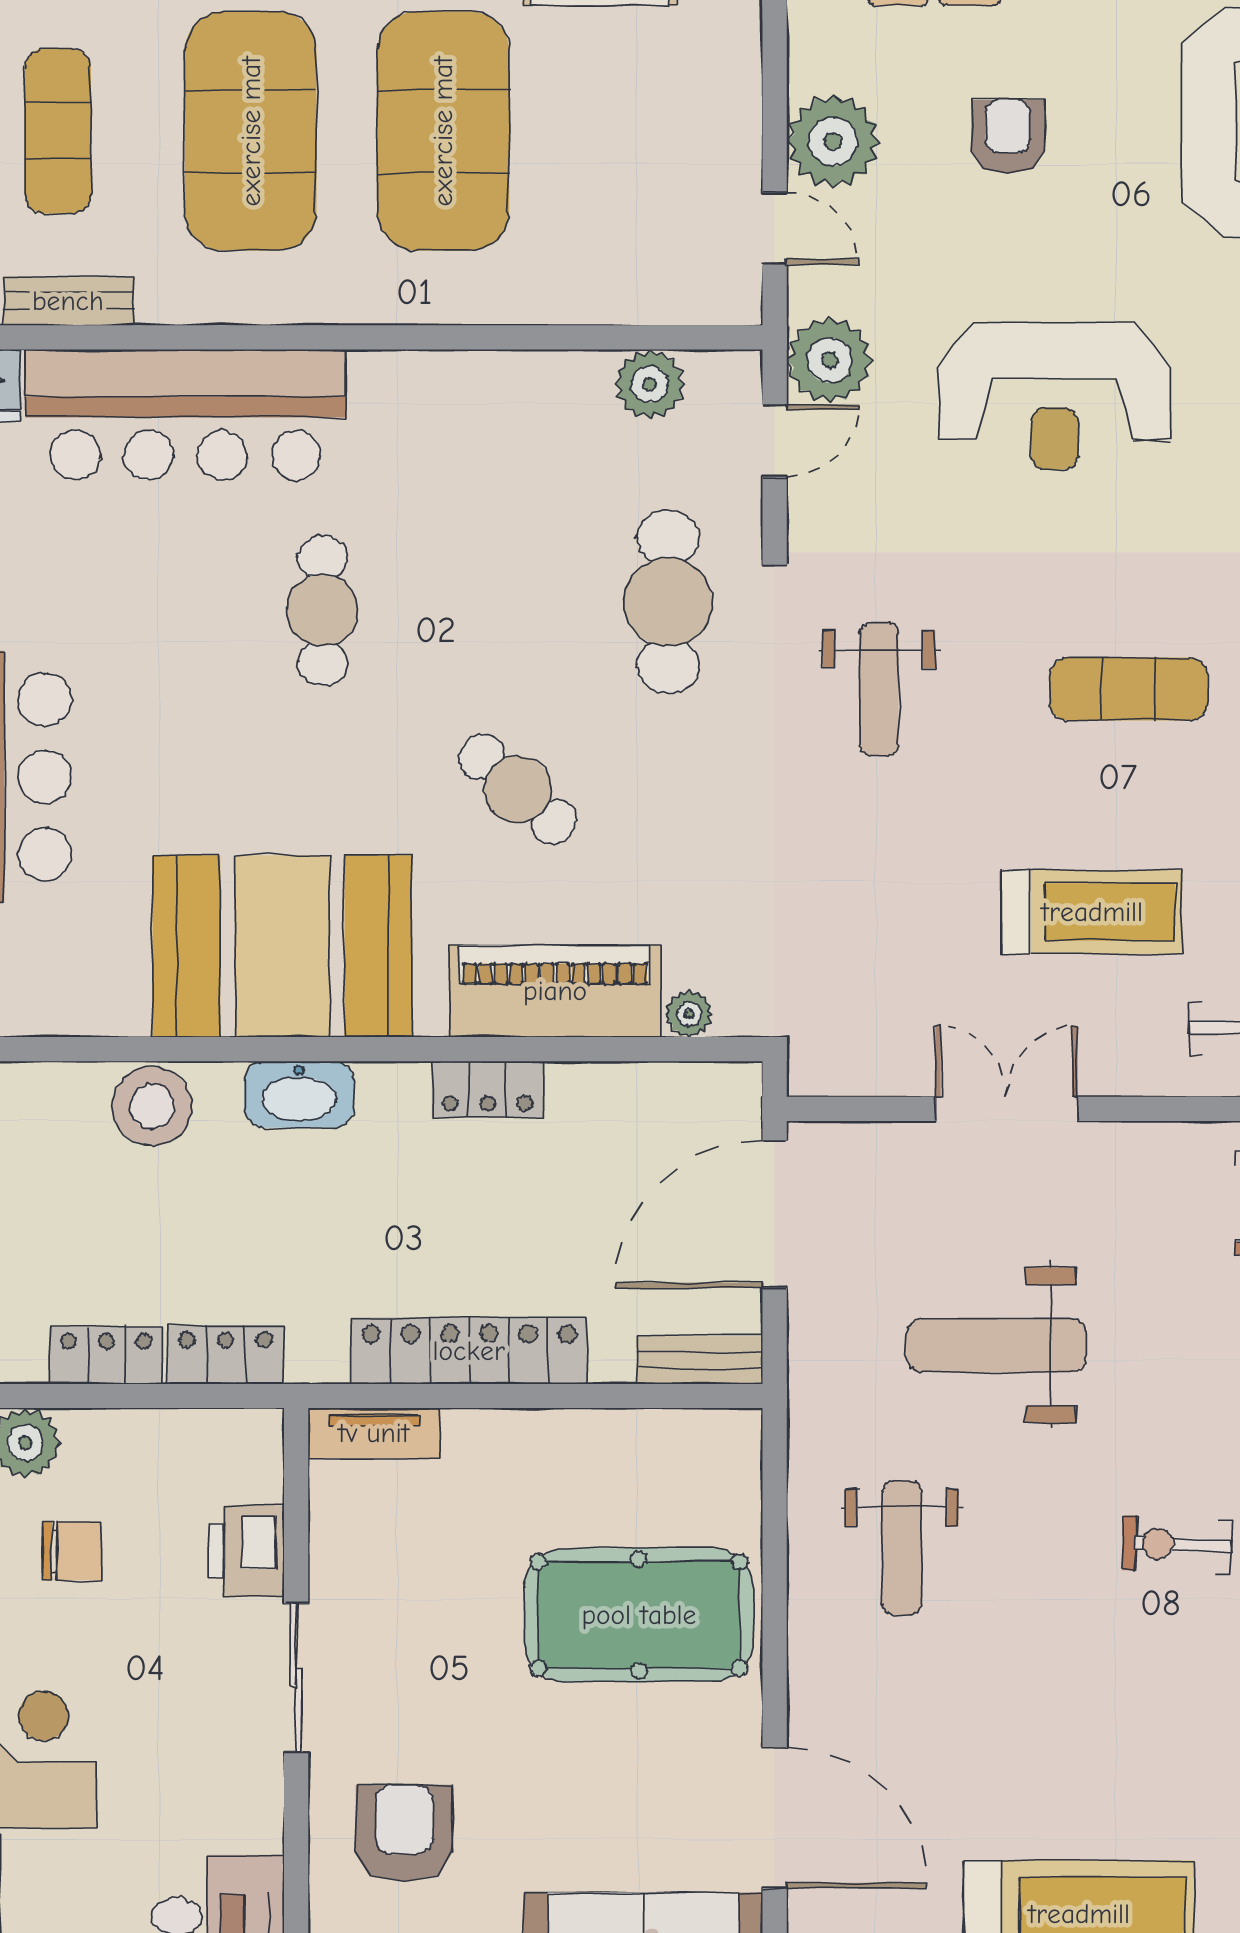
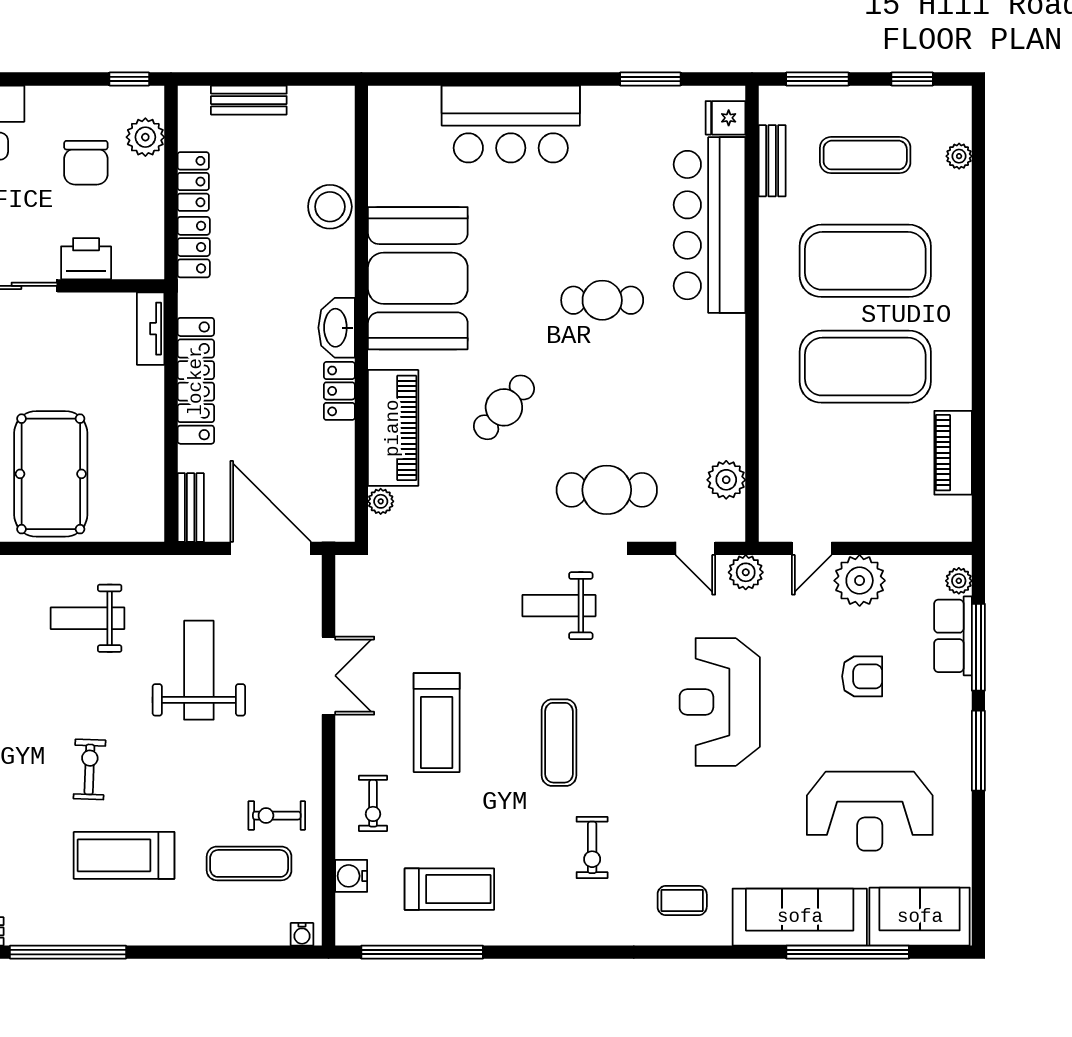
plant: (830, 360) -> (746, 572), width x0.73, depth x0.73
washbasin: (299, 1094) -> (337, 328), moved
chair: (72, 1551) -> (86, 163), width x1.37, depth x1.37

